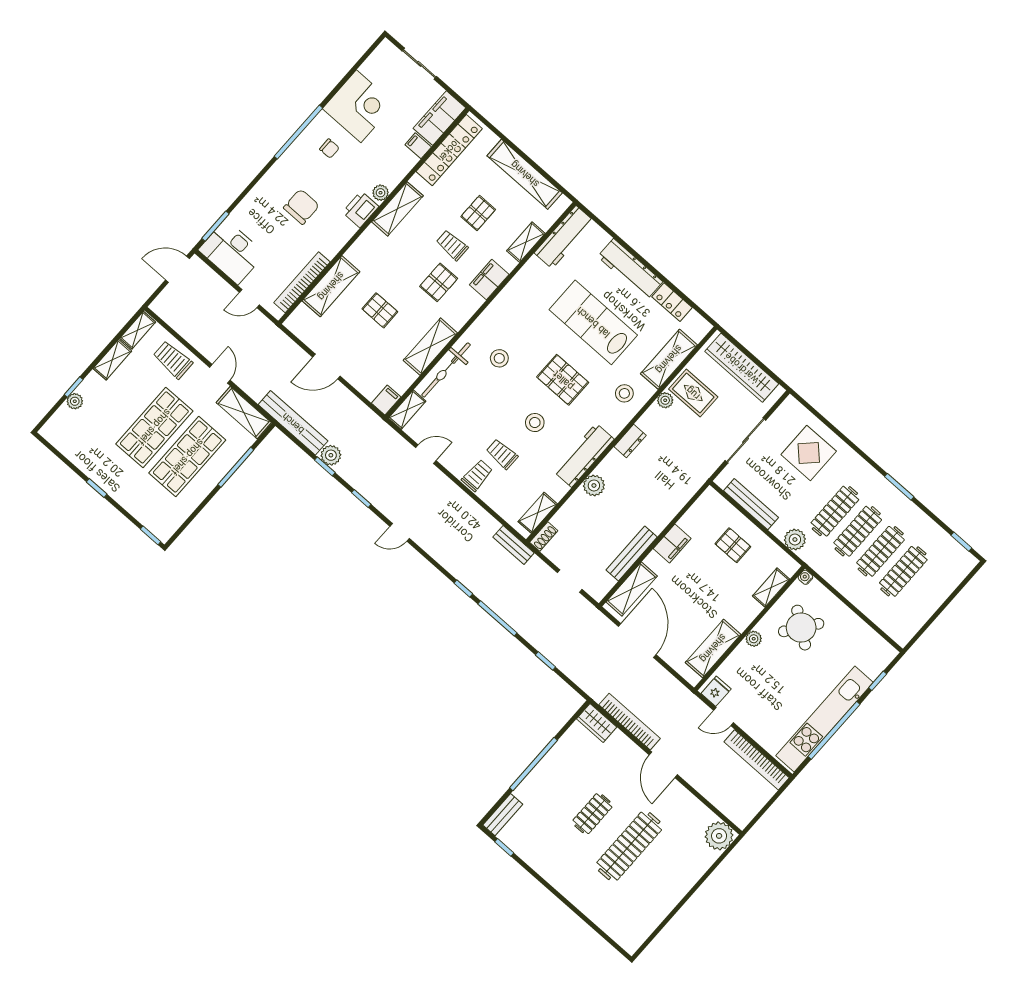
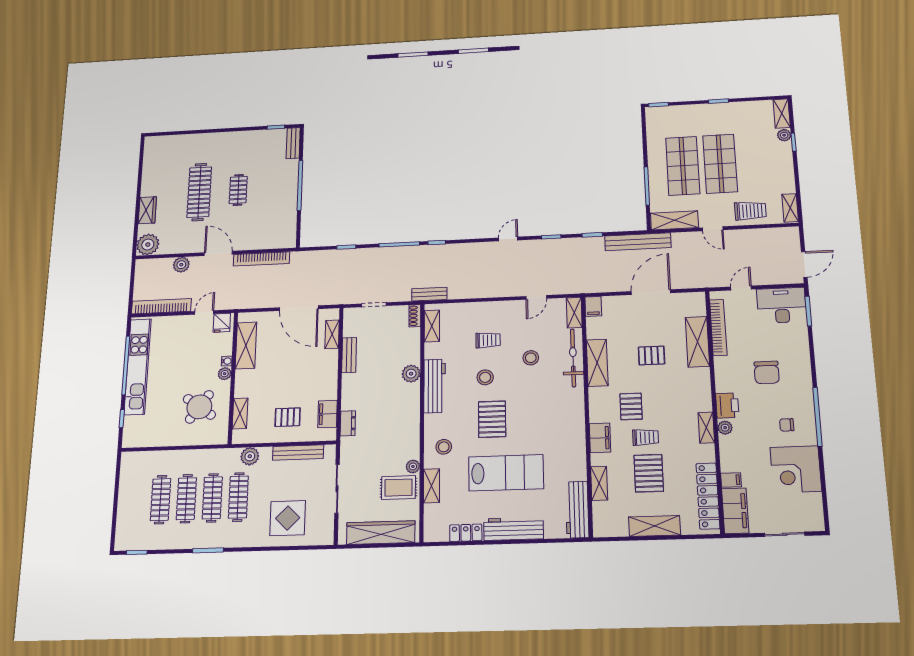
shelving: (525, 174) -> (655, 526), width x0.68
shelving: (397, 209) -> (706, 428), width x0.67, depth x0.75
pallet: (478, 213) -> (649, 473), width x1.50, depth x1.42
stool: (499, 358) -> (531, 358), moved
shelving: (669, 359) -> (432, 486), width x0.67, depth x0.75
shelving: (112, 360) -> (782, 114), moved
door: (326, 367) -> (651, 292), width x1.36
pallet: (563, 380) -> (492, 419), turned 90
dresser: (630, 441) -> (348, 423), moved, turned 180
plant: (331, 455) -> (181, 265), moved
trolley: (477, 475) -> (492, 314), removed
filing cabinet: (672, 543) -> (327, 414), moved
bench: (632, 553) -> (349, 355), width x0.73
water cooler: (805, 577) -> (227, 361), moved
shelving: (632, 589) -> (332, 334), width x0.67, depth x0.75
wardrobe: (597, 723) -> (147, 210), moved, turned 90

